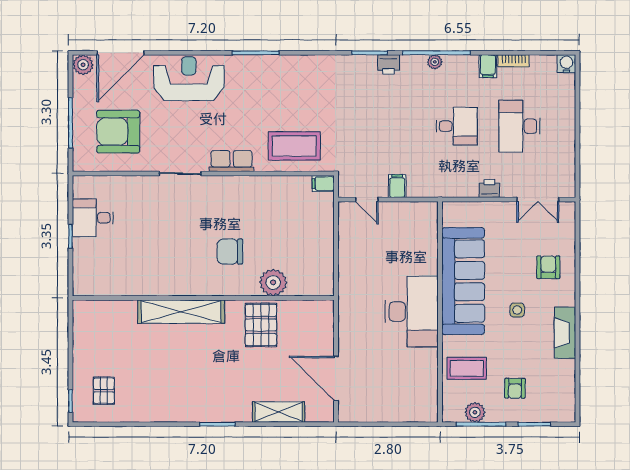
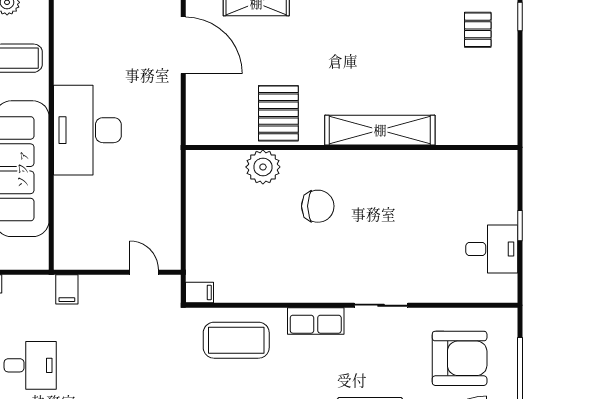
desk: (457, 126) -> (30, 365), turned 180
filing cabinet: (397, 186) -> (67, 289), moved

